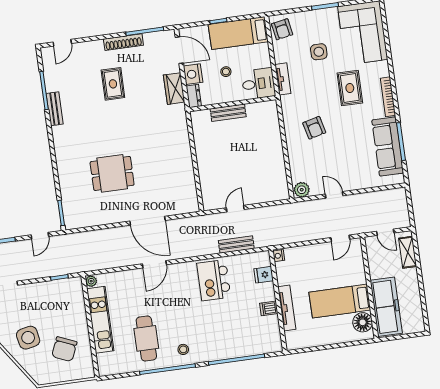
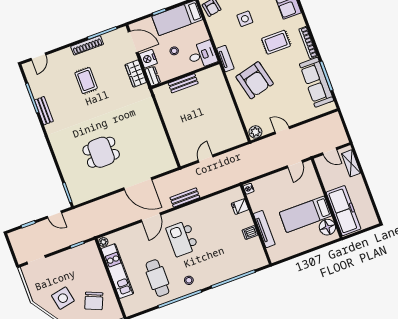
tv unit: (283, 79) -> (225, 59), moved
rug: (350, 88) -> (276, 42), turned 90
armchair: (314, 128) -> (255, 80), width x1.88, depth x1.88
door: (40, 236) -> (54, 215), hinge flipped
bench: (236, 244) -> (185, 198), moved
kitchen island: (214, 280) -> (182, 239), moved

